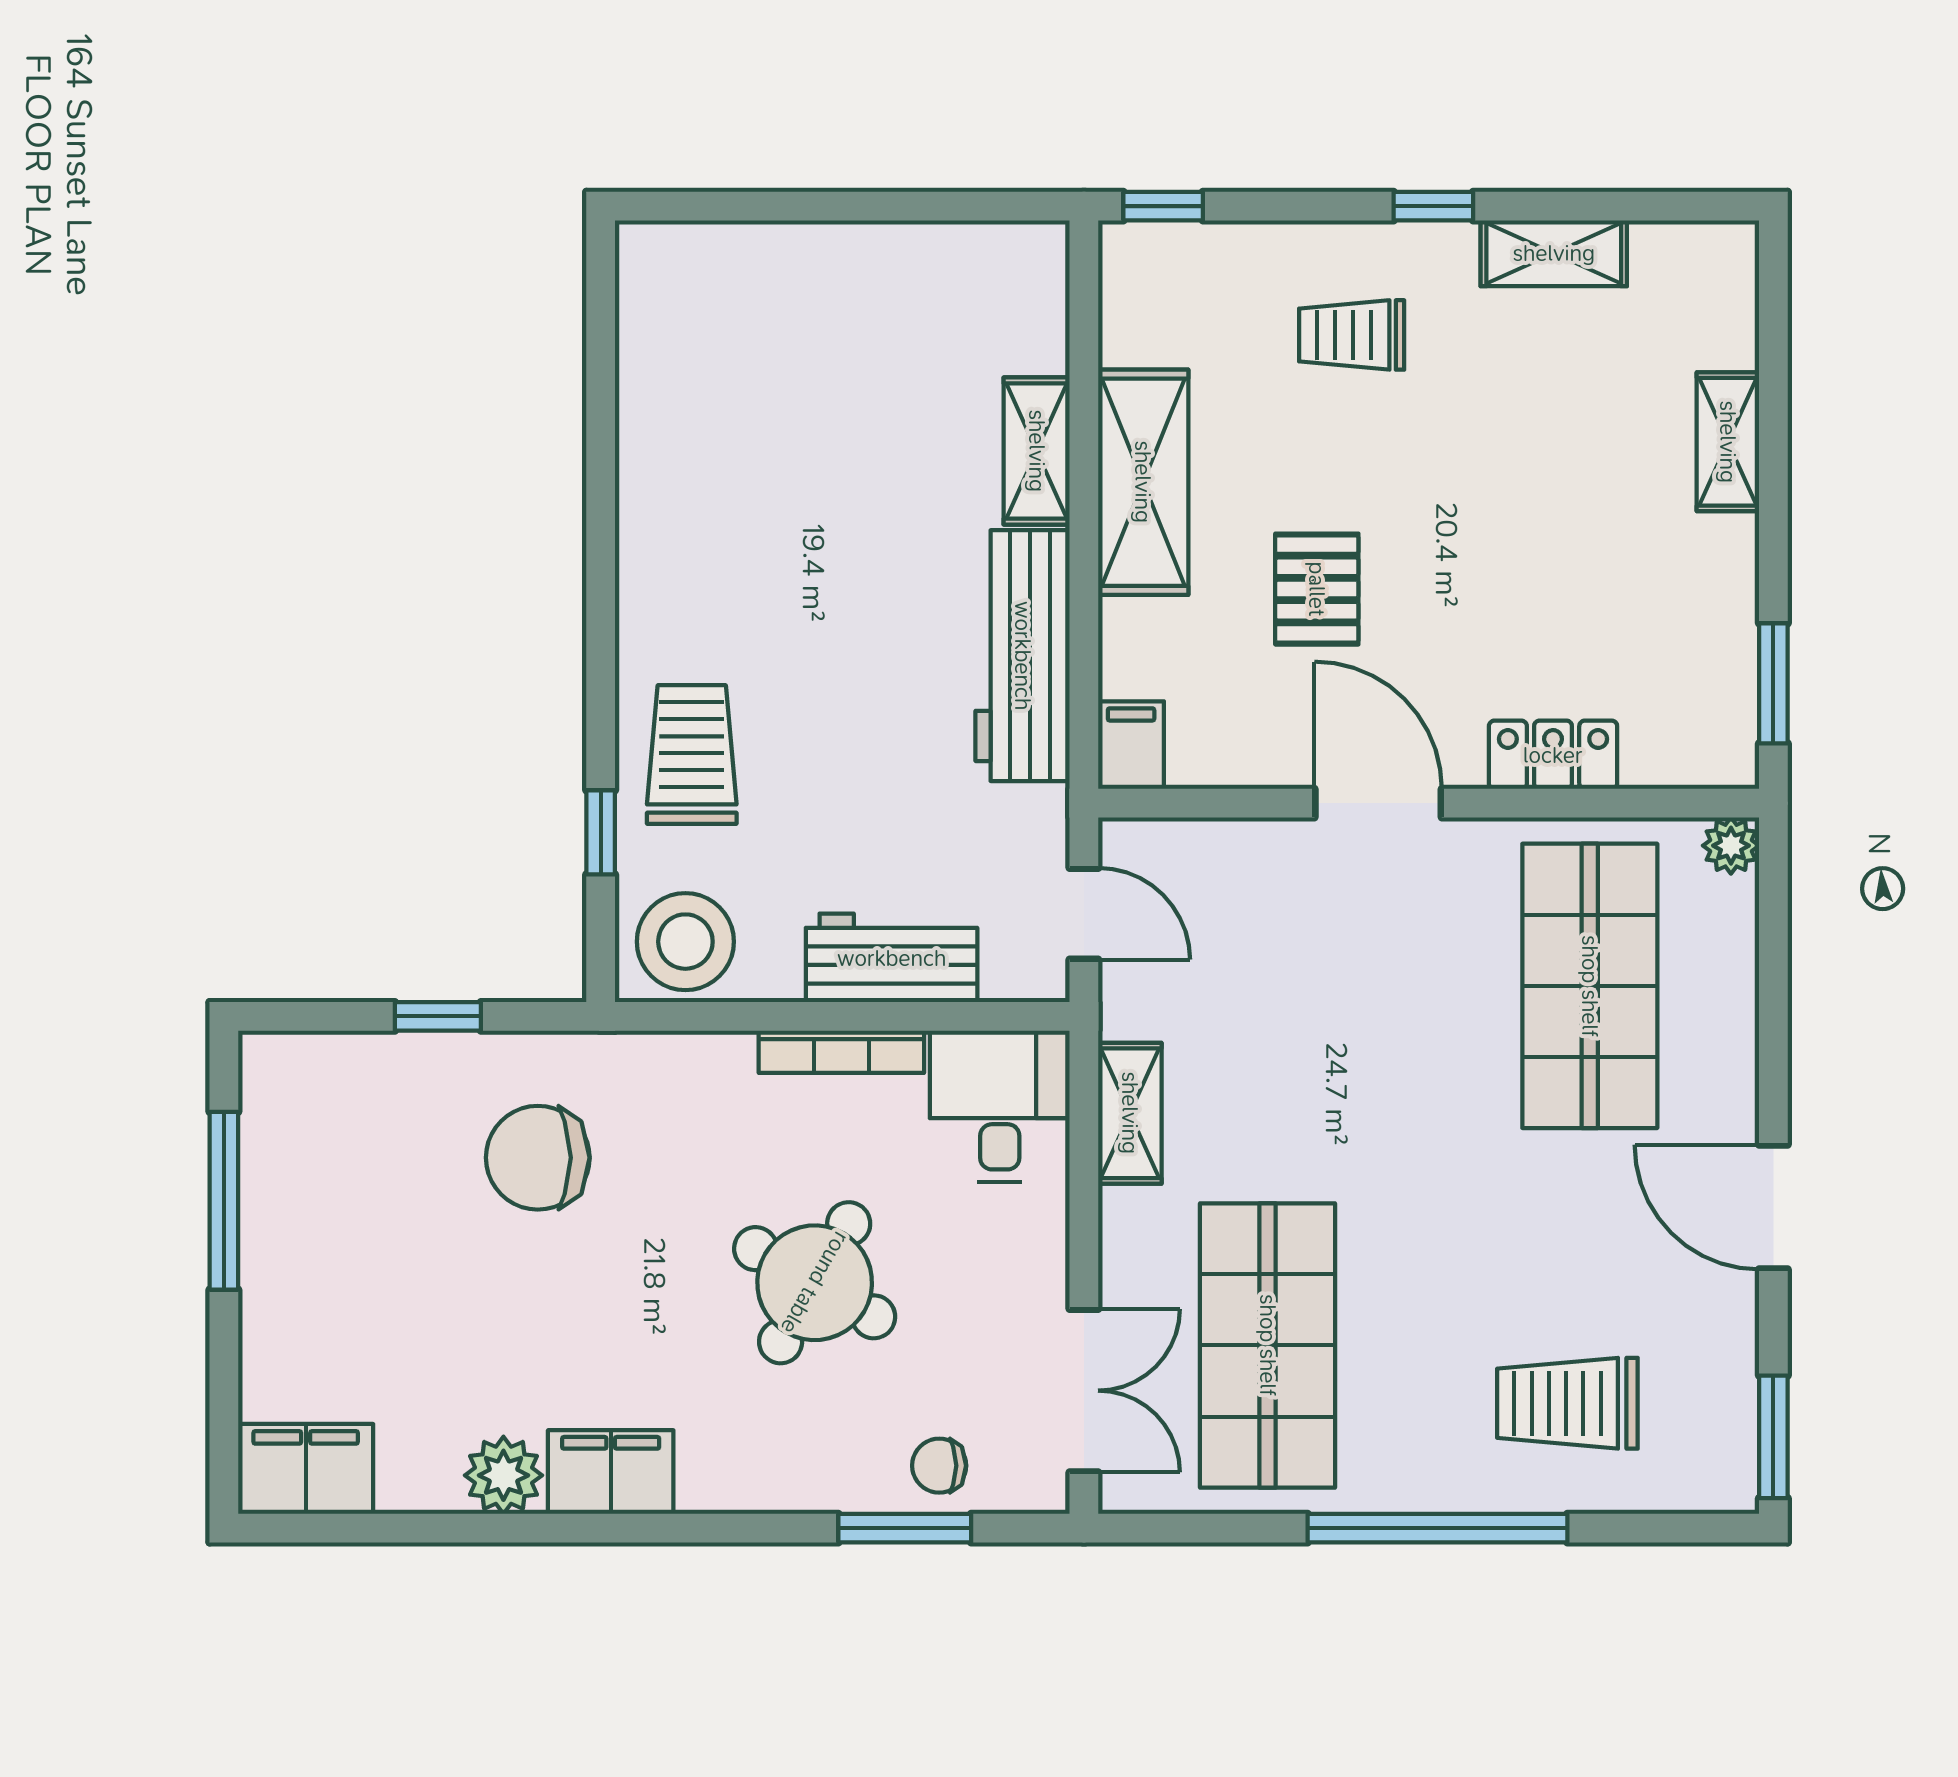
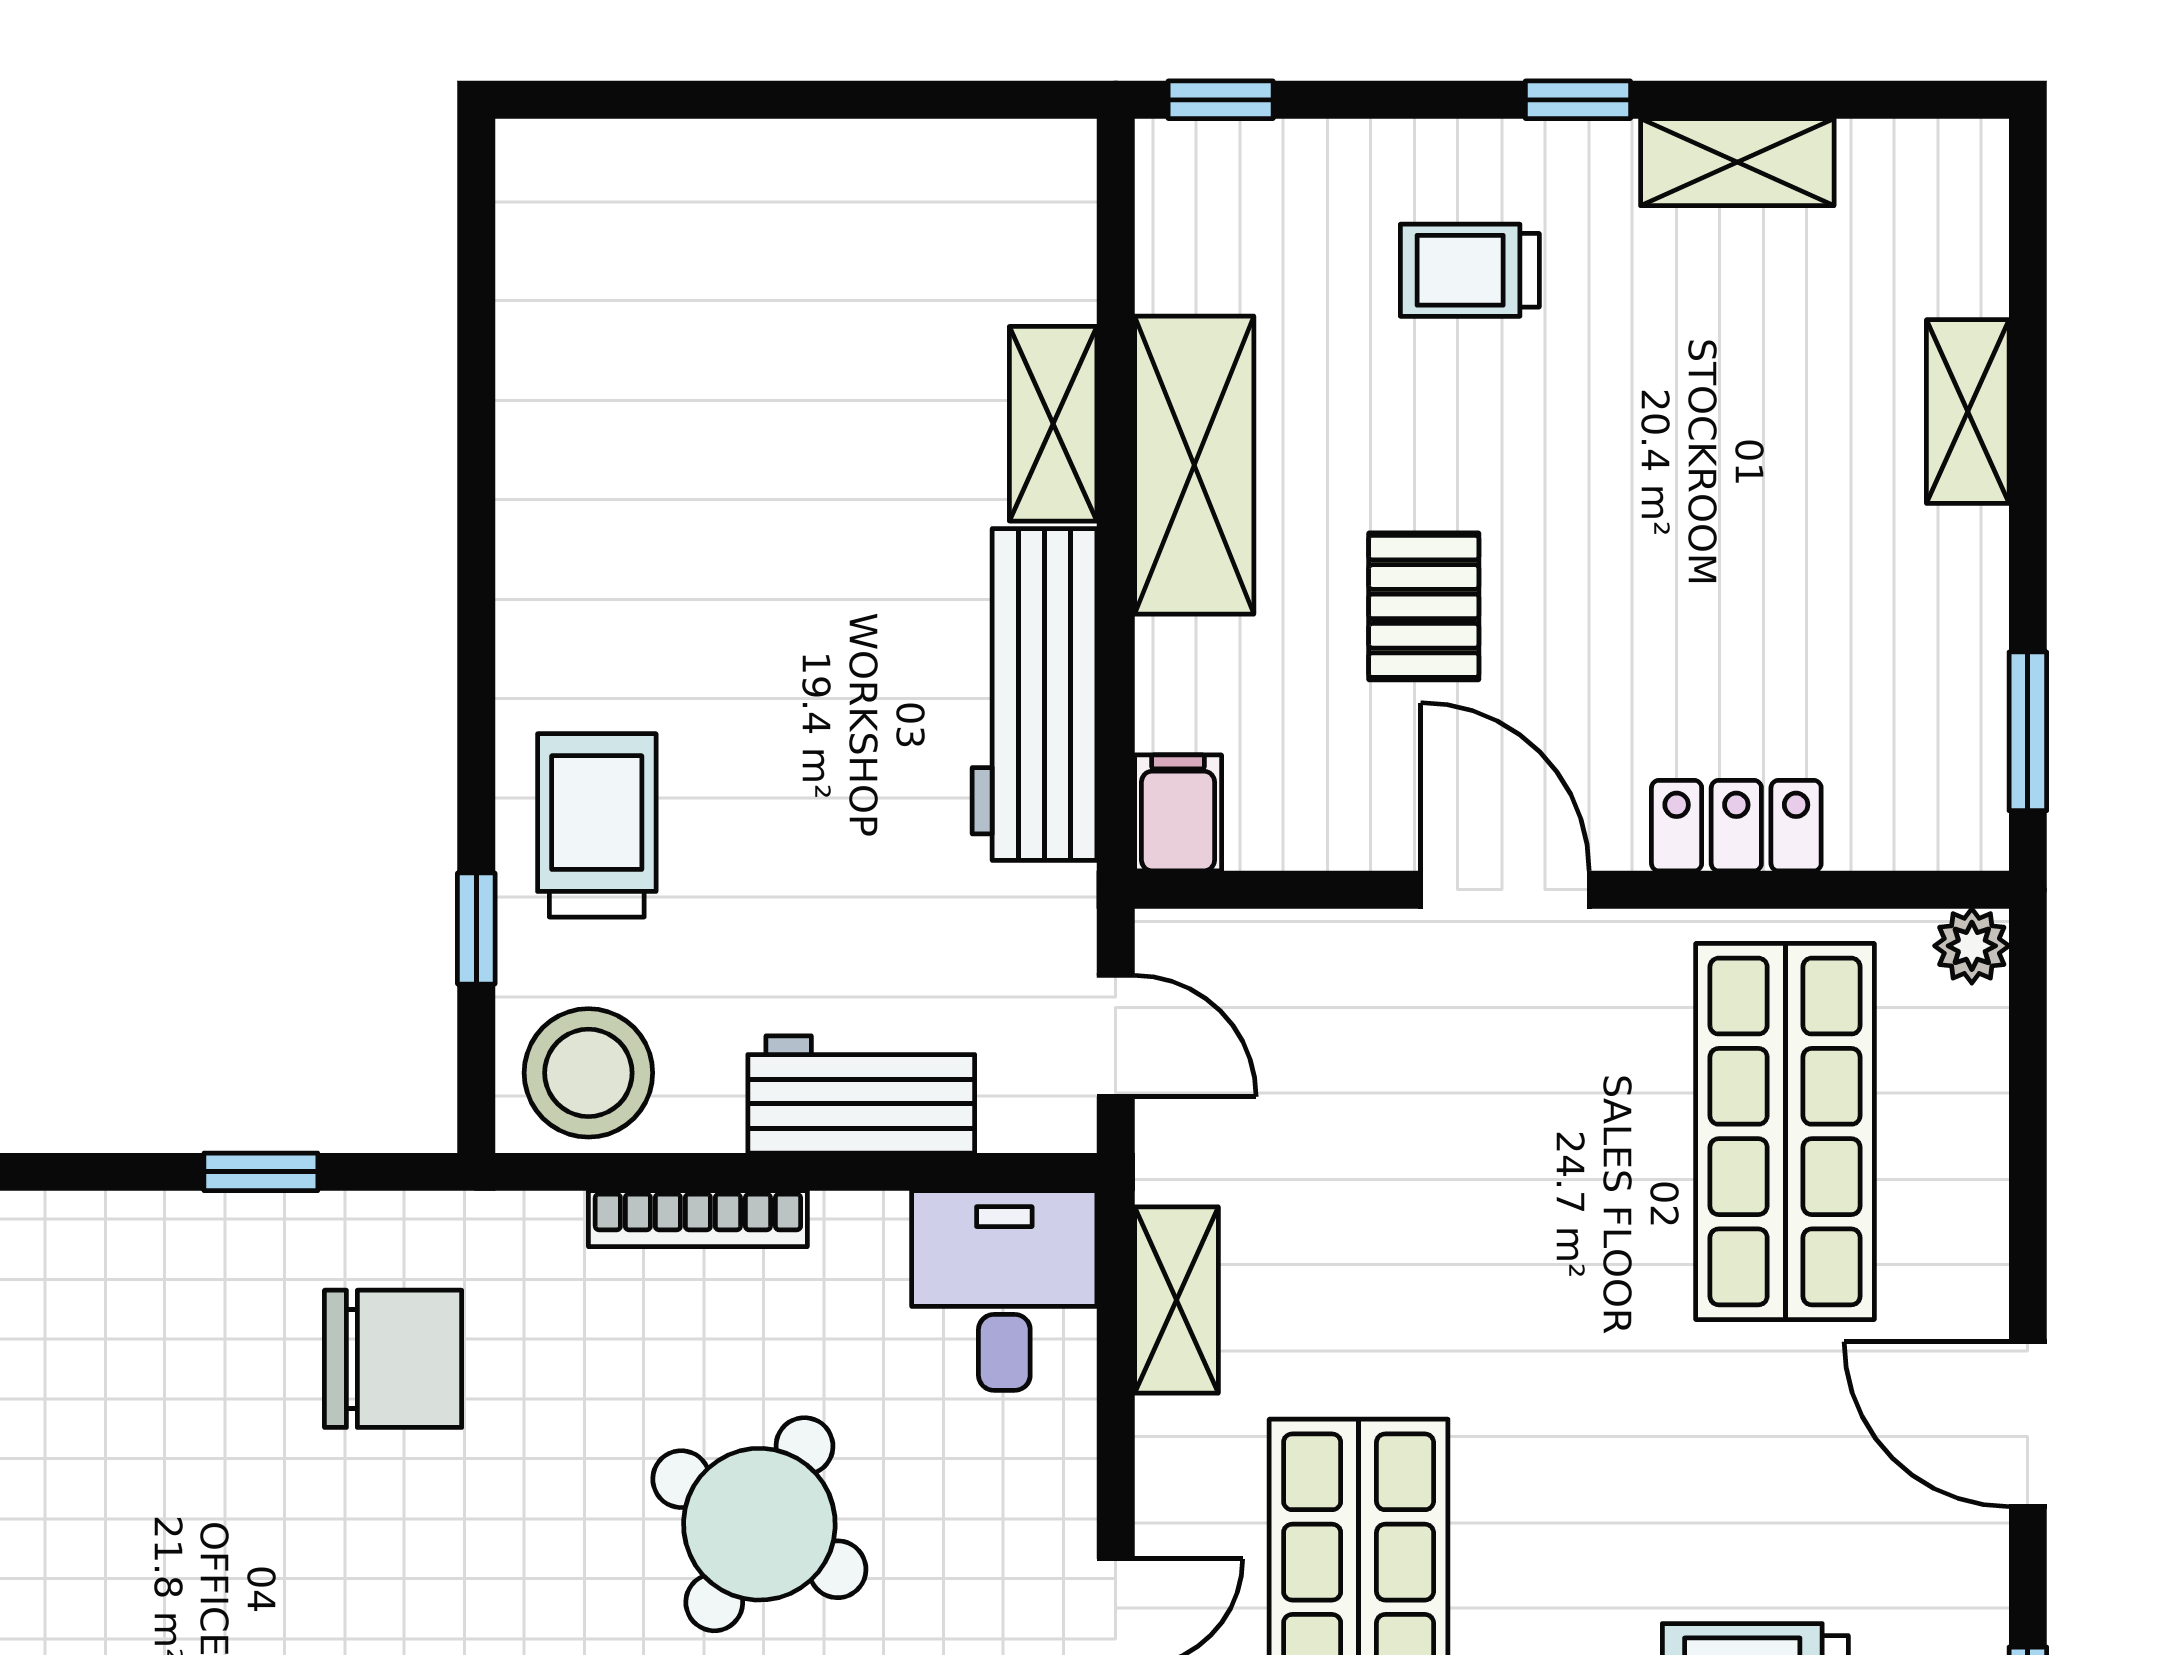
bookcase: (841, 1052) -> (698, 1219), moved
chair: (538, 1158) -> (393, 1359), turned 180

